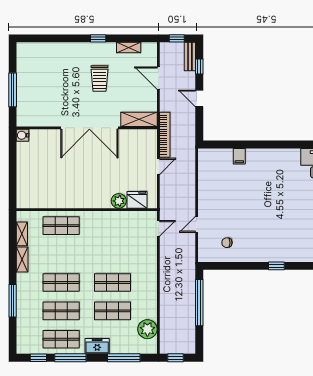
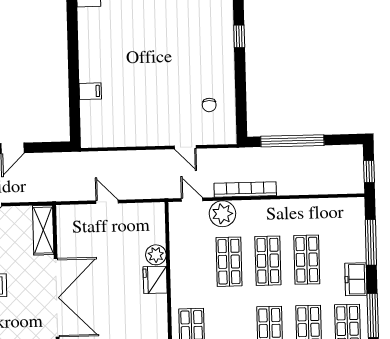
bookcase: (165, 135) -> (245, 189), moved
fridge: (137, 200) -> (155, 280), moved
shop shelf: (112, 254) -> (229, 262), added
plant: (147, 329) -> (222, 214), moved

